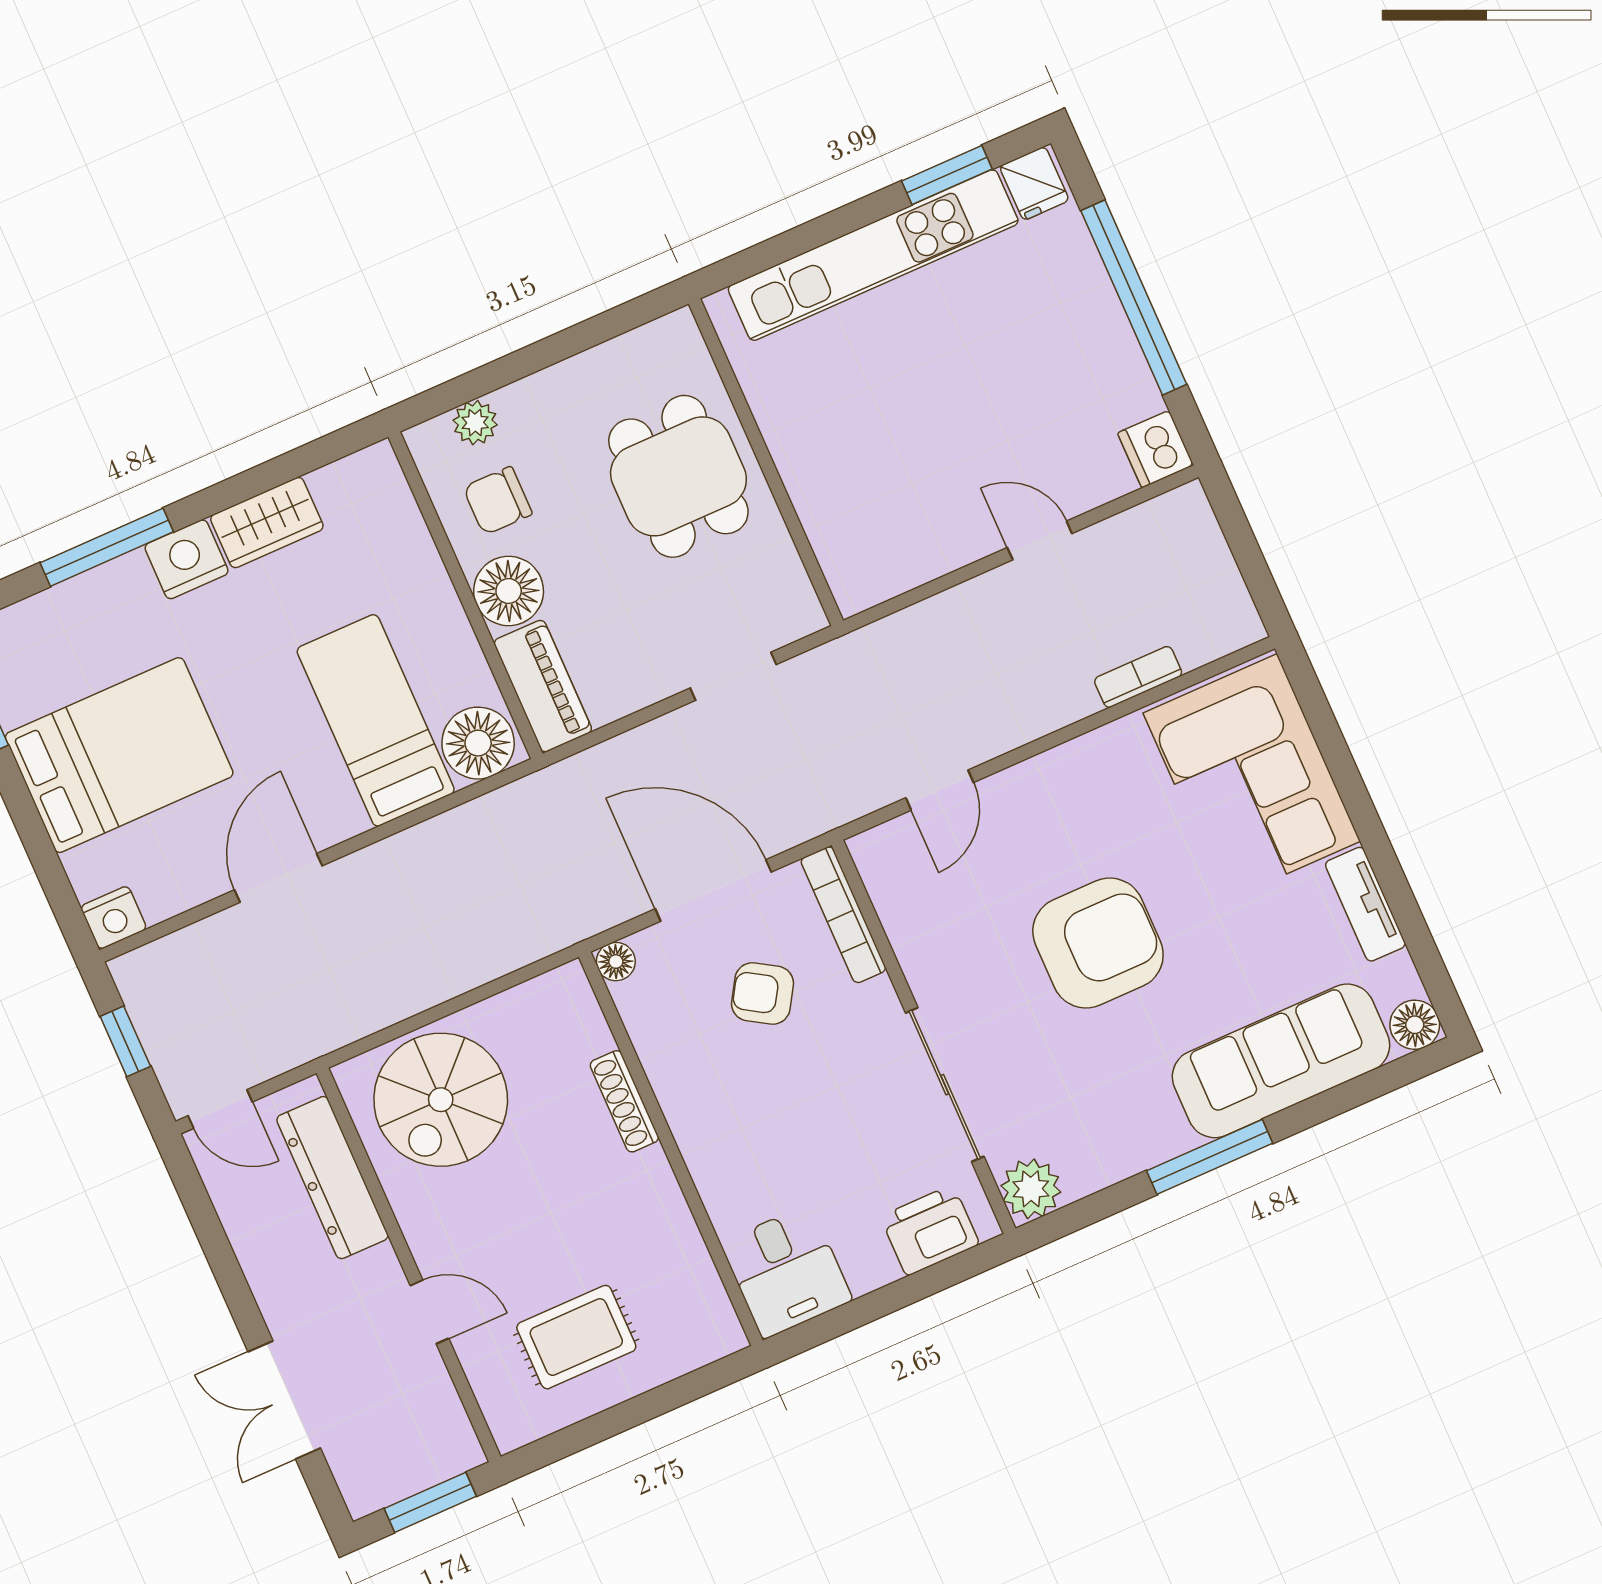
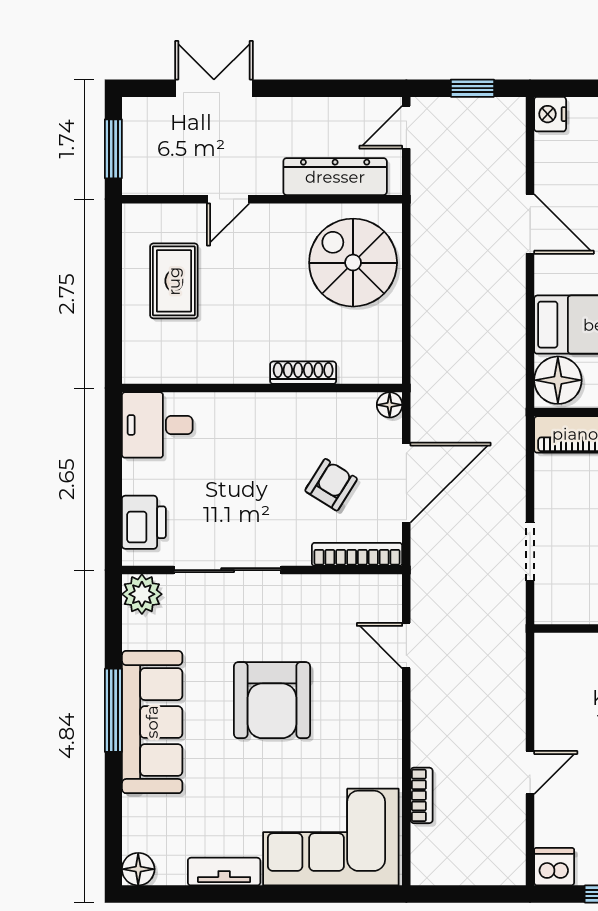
sofa: (1281, 1061) -> (152, 722), moved

